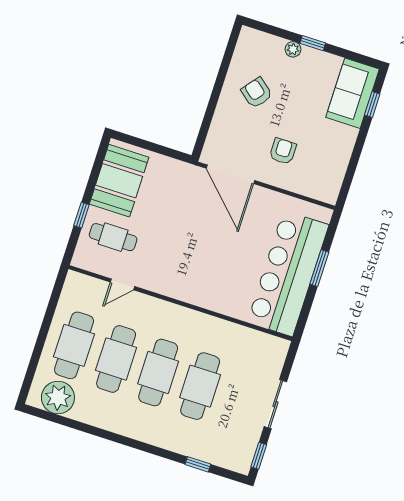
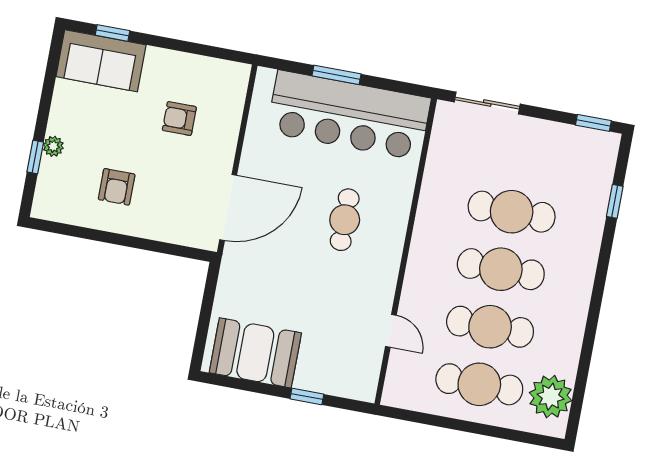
window: (313, 43) -> (35, 157), moved
armchair: (257, 93) -> (117, 187), turned -39
armchair: (283, 151) -> (179, 119), moved
cafe table: (113, 237) -> (345, 220), moved
sliding door: (275, 404) -> (487, 103), moved

